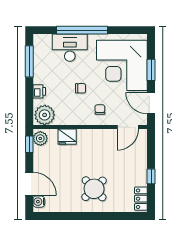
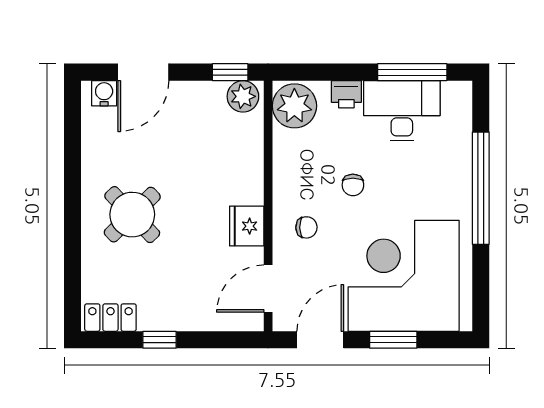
desk: (70, 48) -> (402, 111), moved, turned -90
door: (128, 127) -> (268, 289), hinge flipped
fridge: (67, 137) -> (247, 226), moved

